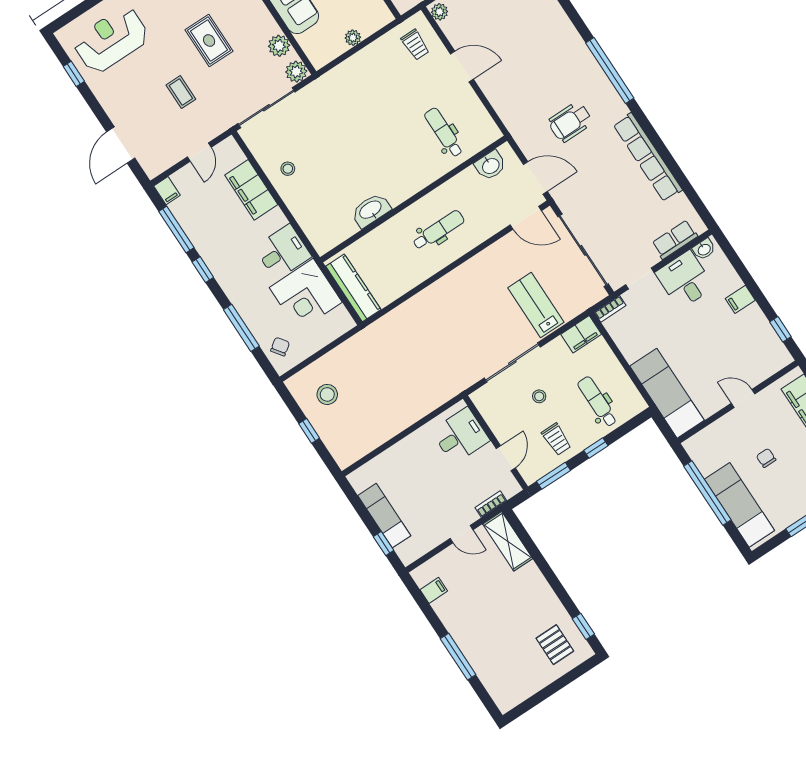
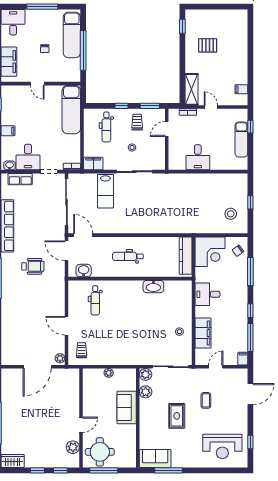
corner desk: (306, 295) -> (210, 252), moved, turned 90
desk: (460, 436) -> (198, 157), moved, turned -90
pallet: (555, 645) -> (208, 45), moved, turned 90
window: (458, 657) -> (250, 51), removed

